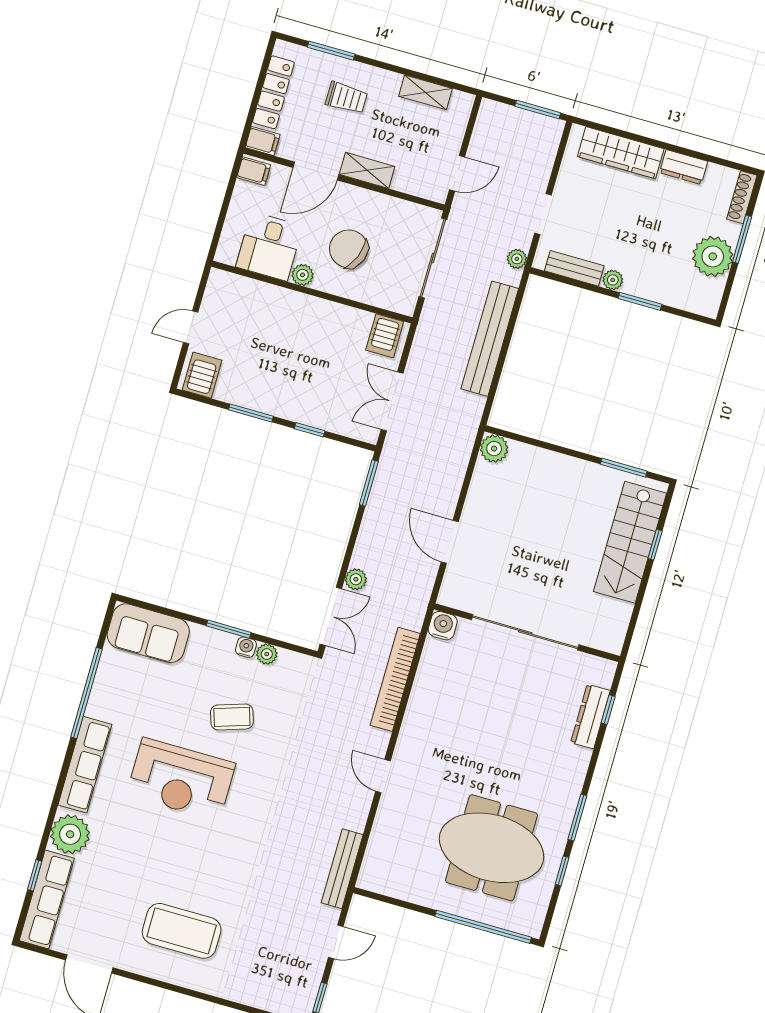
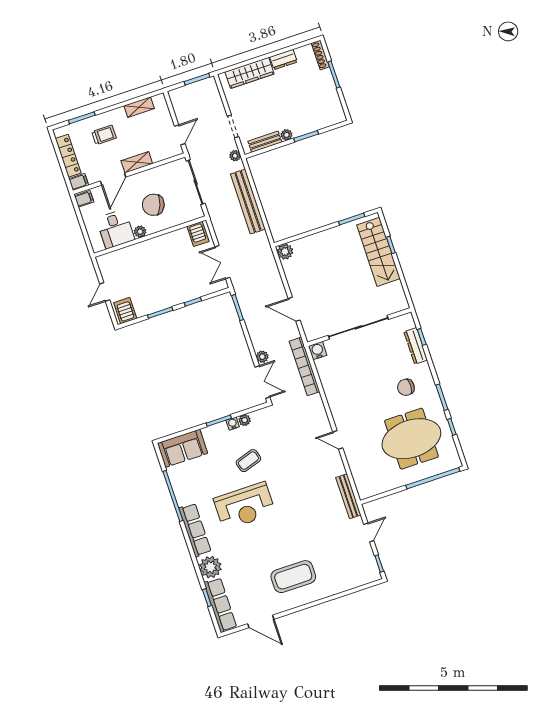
plant: (713, 256) -> (326, 92), removed
bookcase: (395, 679) -> (304, 366), moved
chair: (535, 767) -> (406, 387), added

